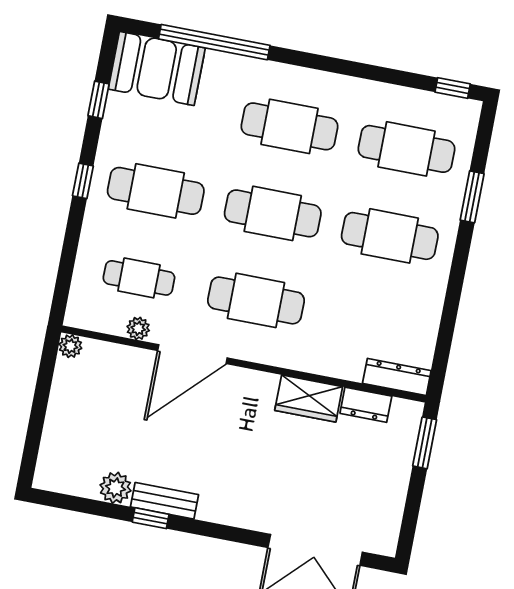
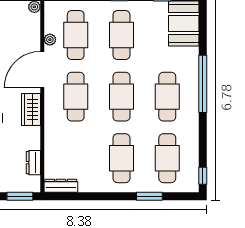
window: (214, 42) -> (203, 84), moved
cafe table: (139, 278) -> (76, 35), width x1.37, depth x1.35
door: (192, 354) -> (42, 70), hinge flipped
dresser: (397, 377) -> (61, 186), moved, turned -90
wardrobe: (309, 399) -> (31, 109), moved

